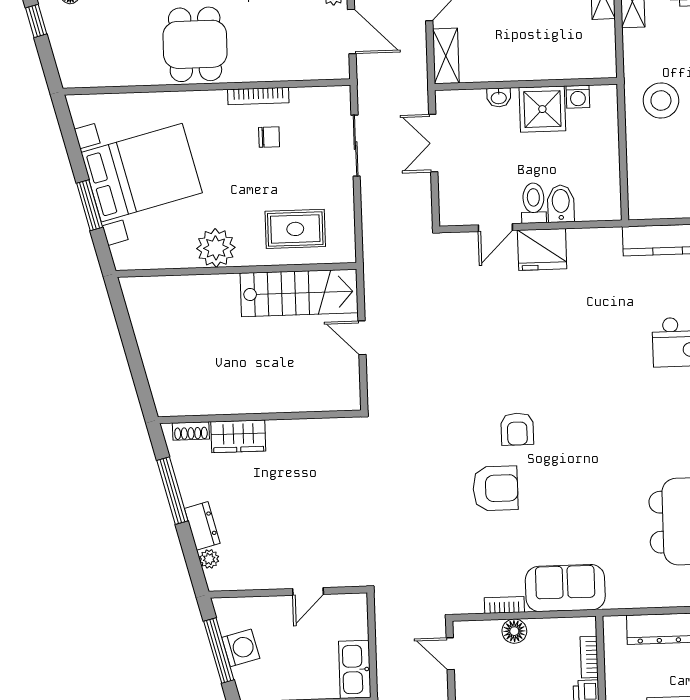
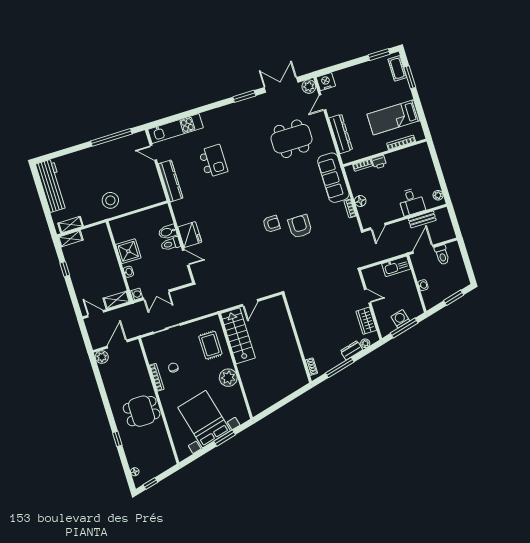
washing machine: (578, 97) -> (136, 294), moved
wardrobe: (238, 436) -> (366, 321), moved, turned 180
sofa: (565, 588) -> (333, 178), width x1.36

